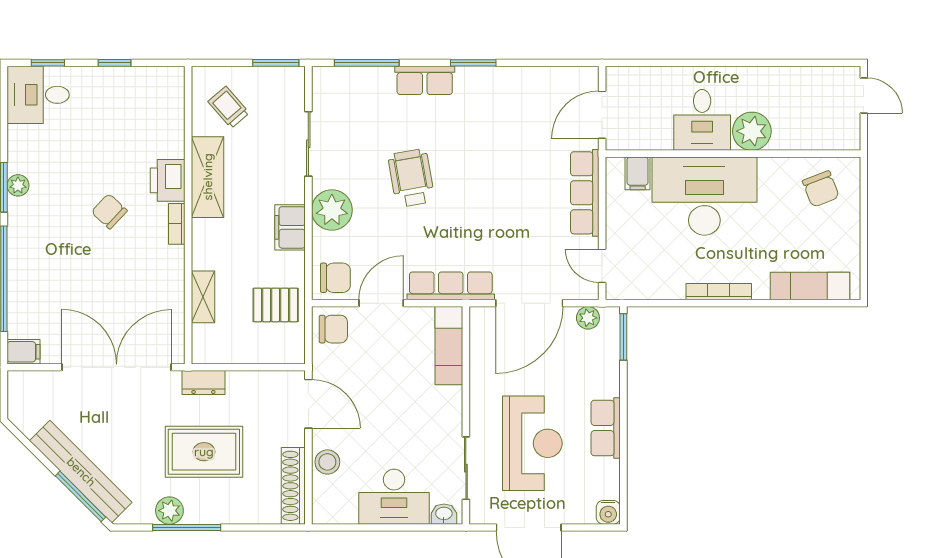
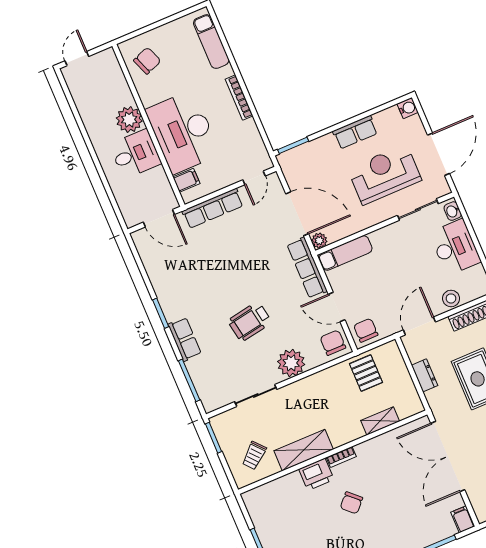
filing cabinet: (290, 227) -> (313, 385), removed
plant: (588, 318) -> (319, 241), moved
dresser: (203, 383) -> (425, 375), moved

